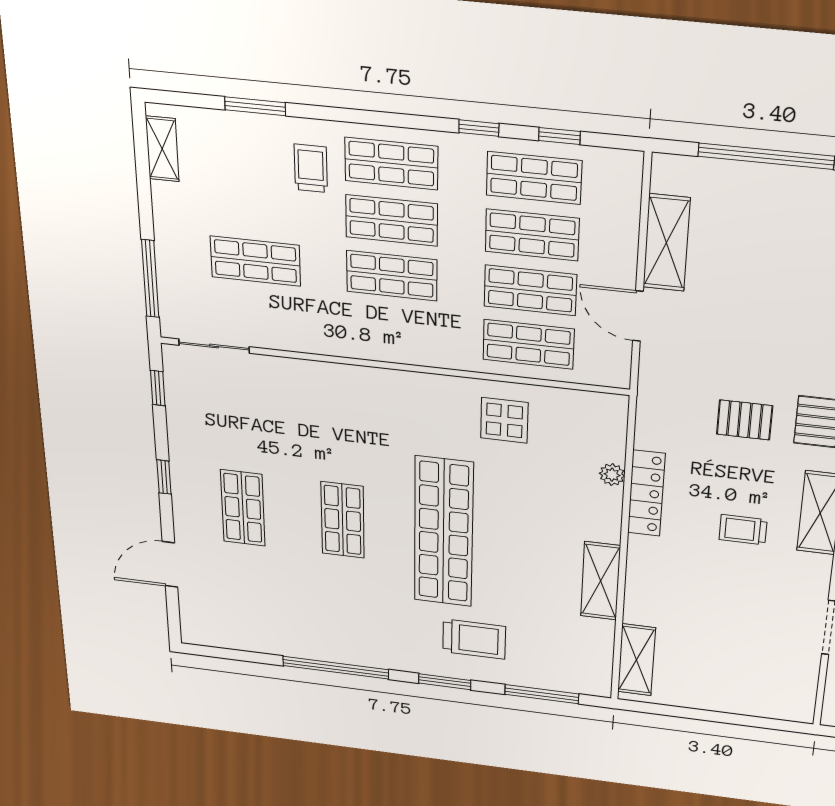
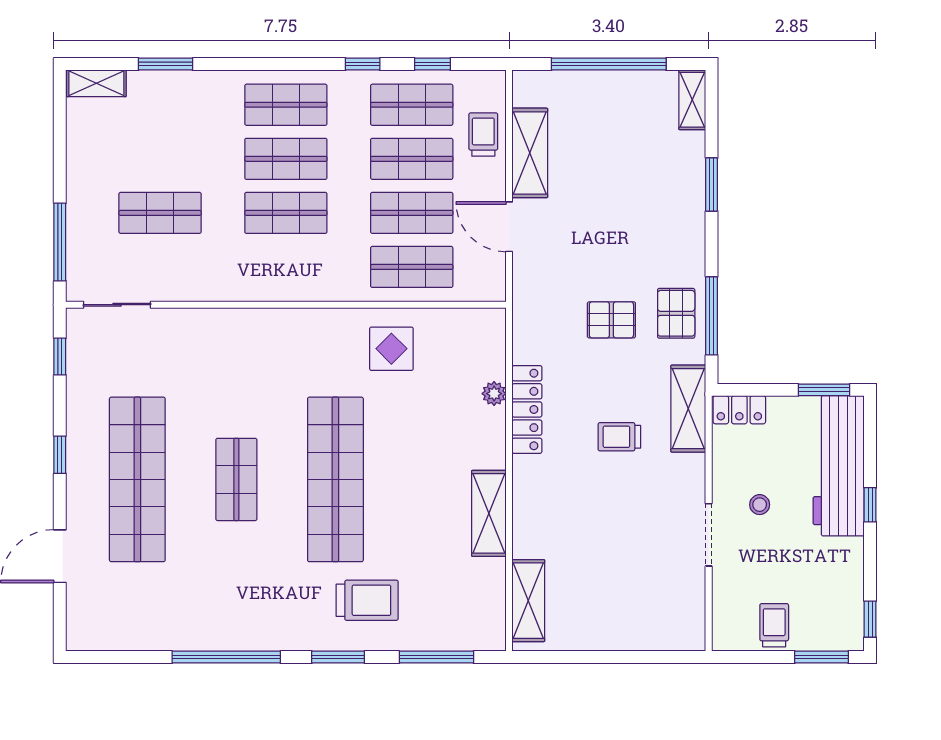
shelving: (162, 149) -> (96, 83), moved, turned 90
trolley: (311, 168) -> (483, 135), moved
shop shelf: (243, 508) -> (137, 479), width x2.00, depth x1.36

